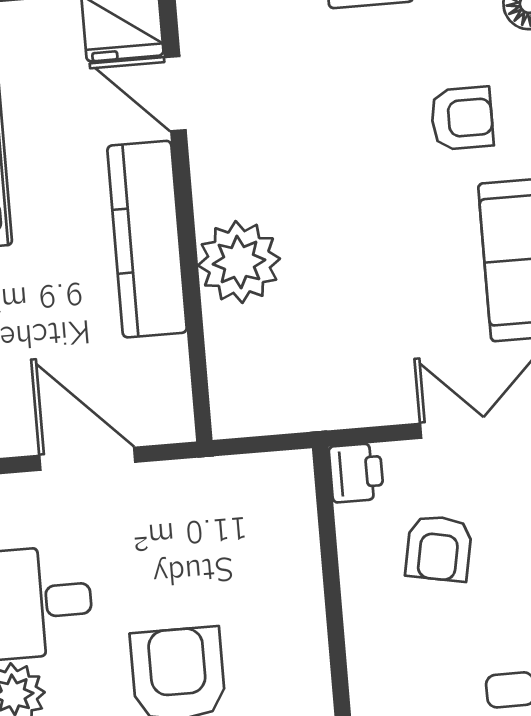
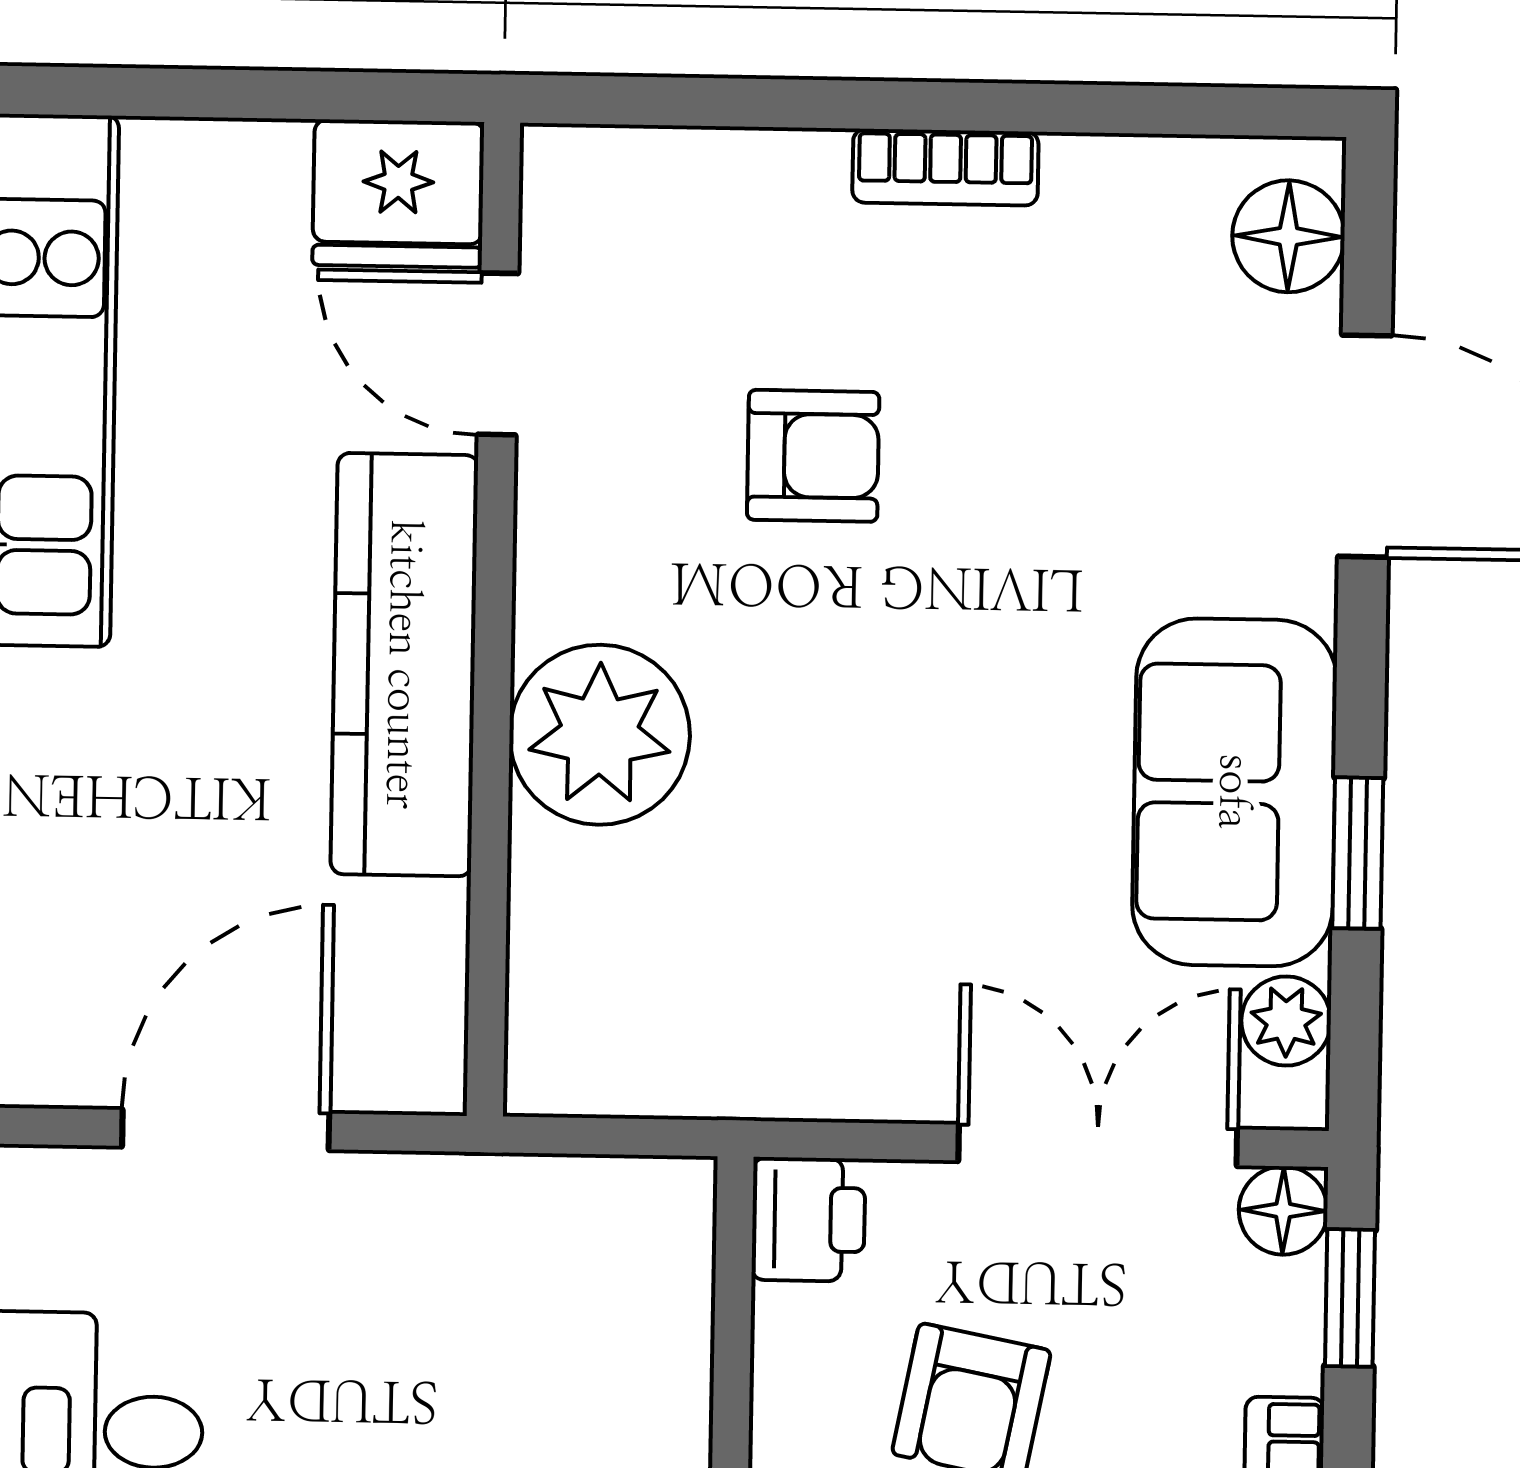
armchair: (462, 118) -> (813, 456), moved
door: (87, 459) -> (226, 1130), hinge flipped

